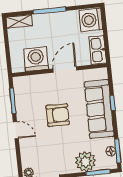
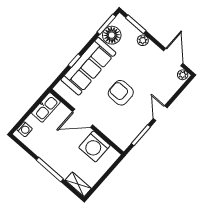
washing machine: (91, 20) -> (25, 129), width x0.53, depth x0.53
floor lamp: (111, 151) -> (112, 35), width x1.89, depth x1.89
plant: (85, 162) -> (143, 40), width x0.53, depth x0.53

